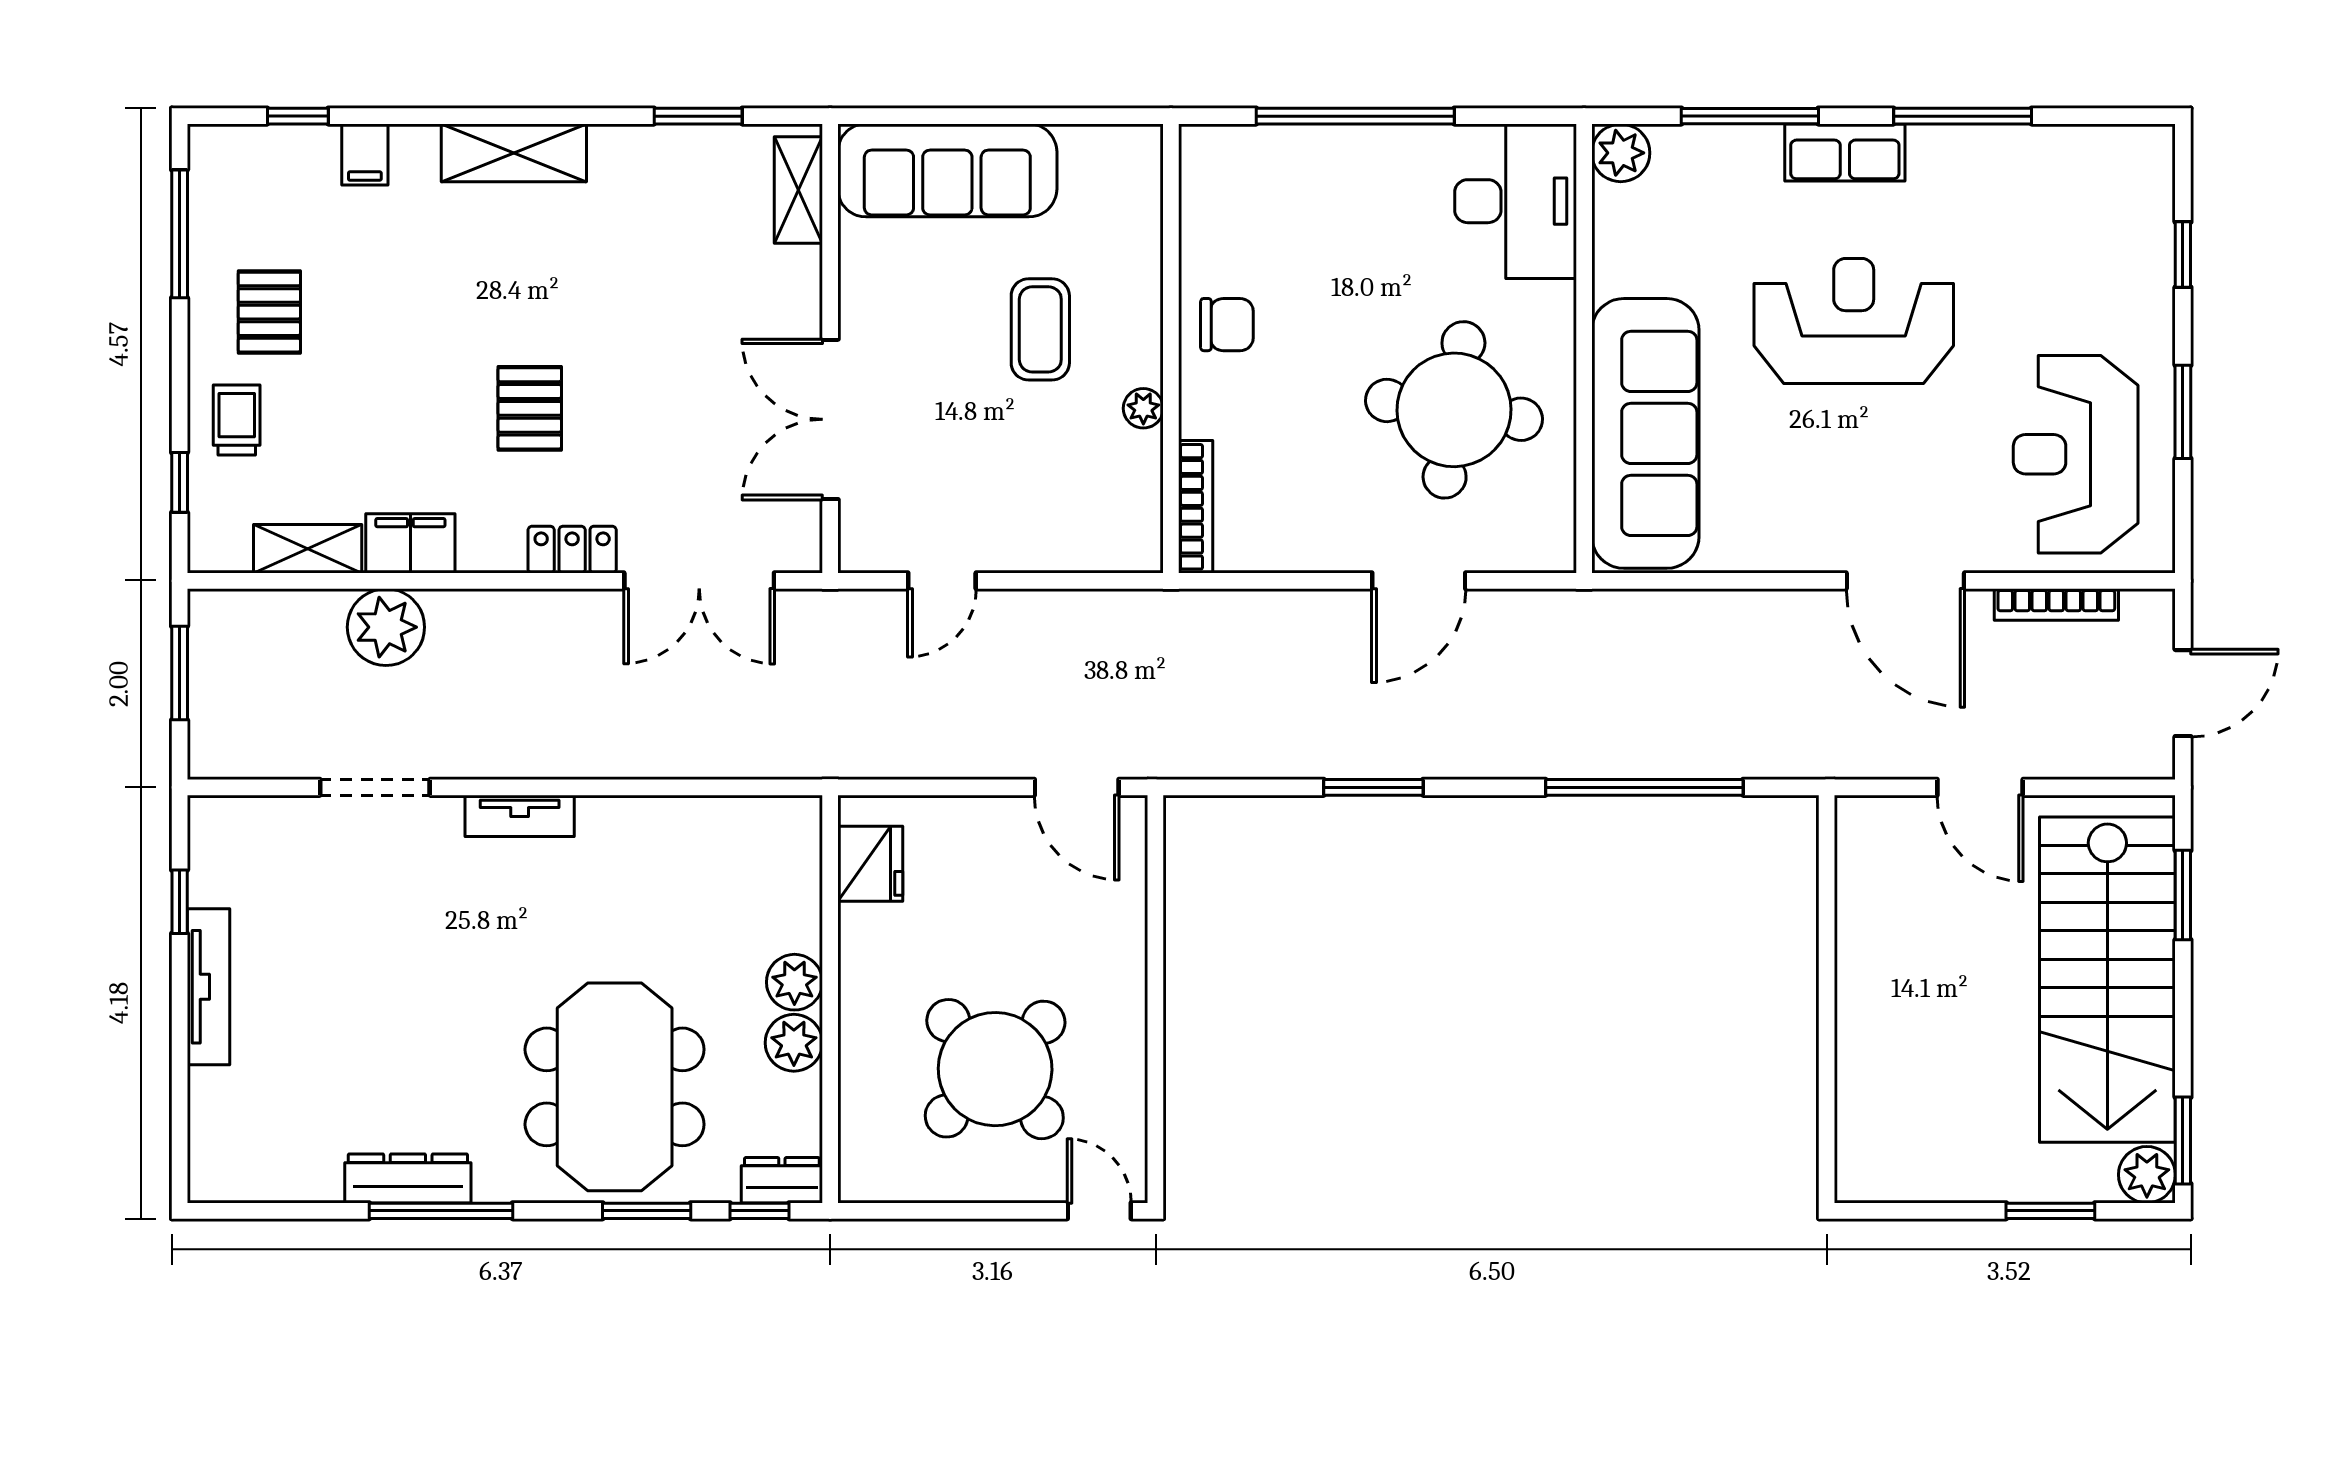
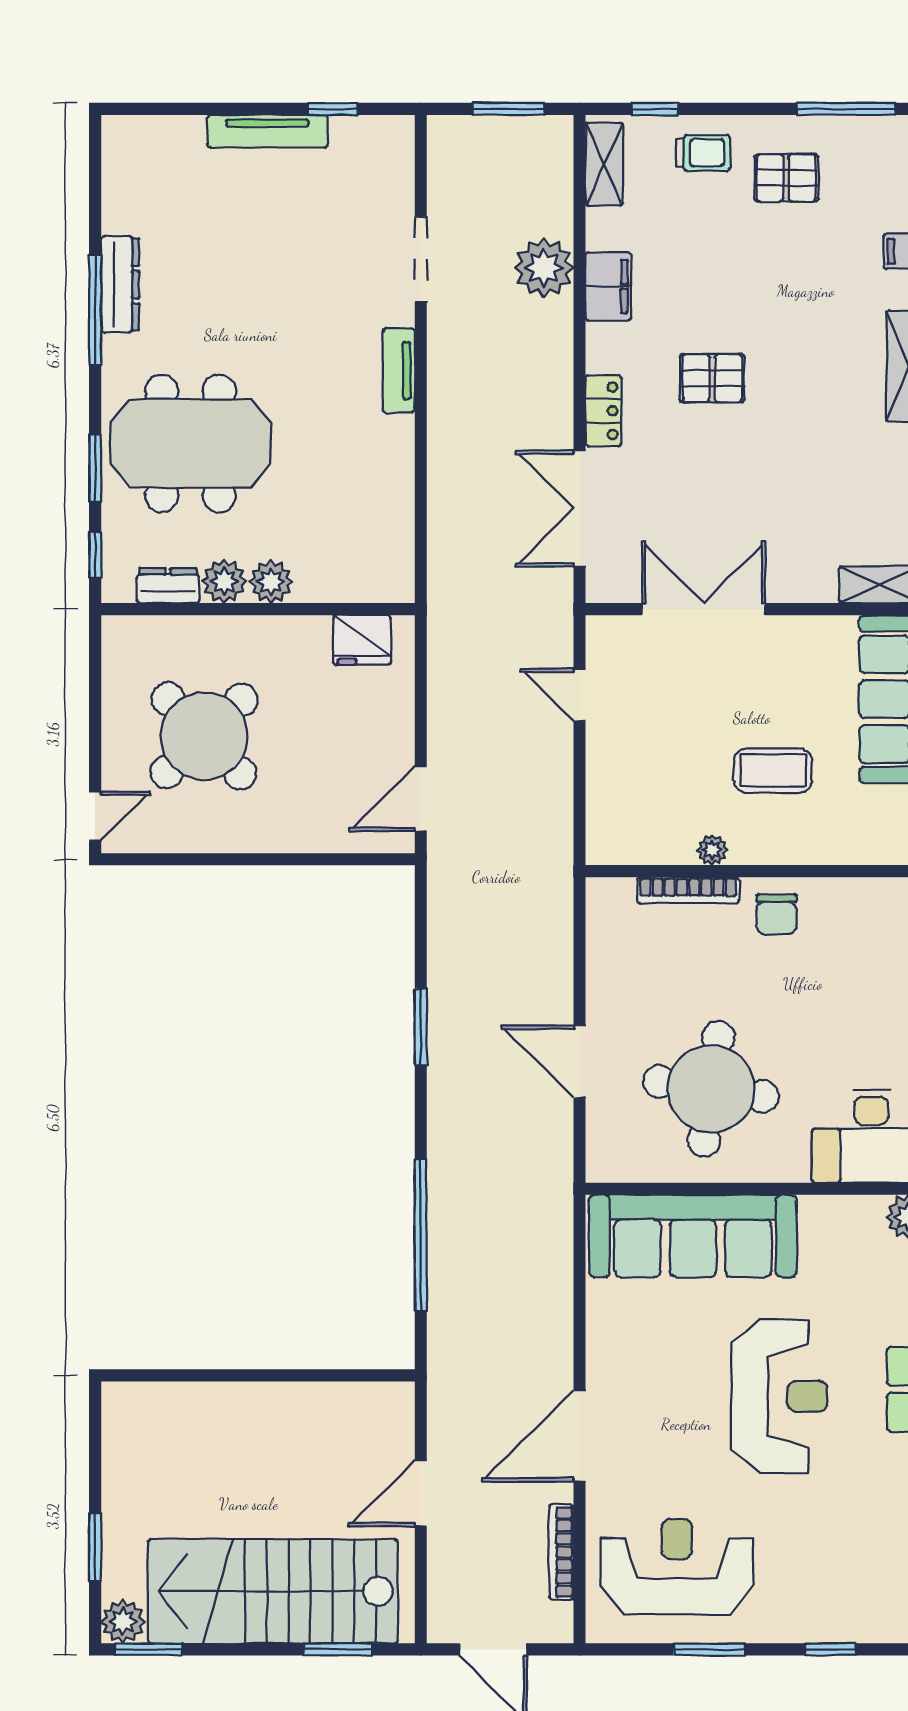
bookcase: (1196, 507) -> (688, 890), moved
shelving: (308, 549) -> (604, 164), moved
dresser: (782, 1180) -> (168, 586), moved, turned -90

